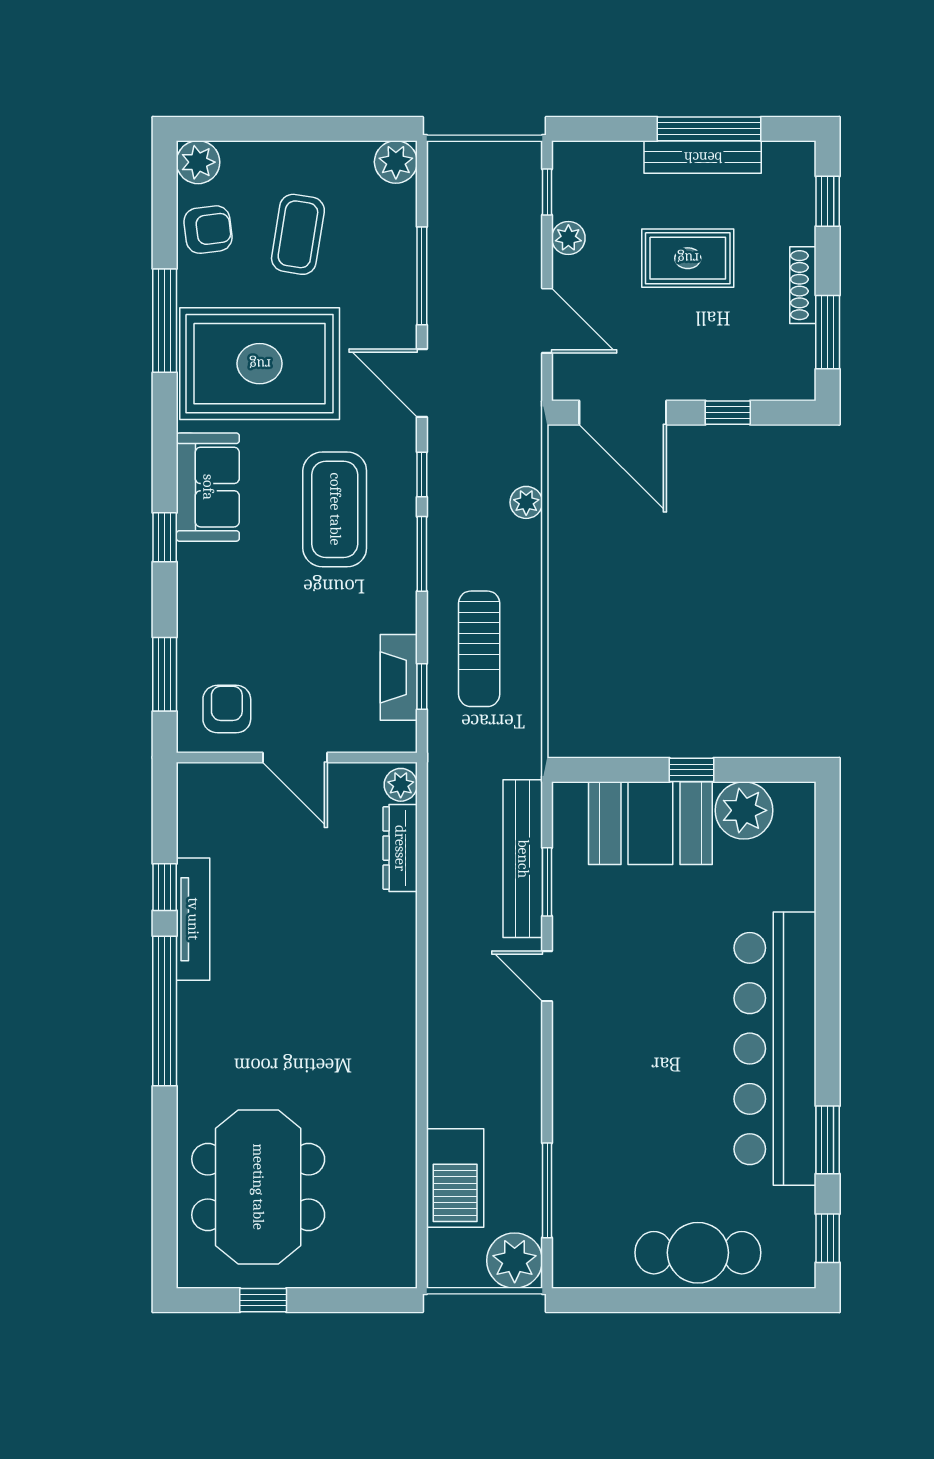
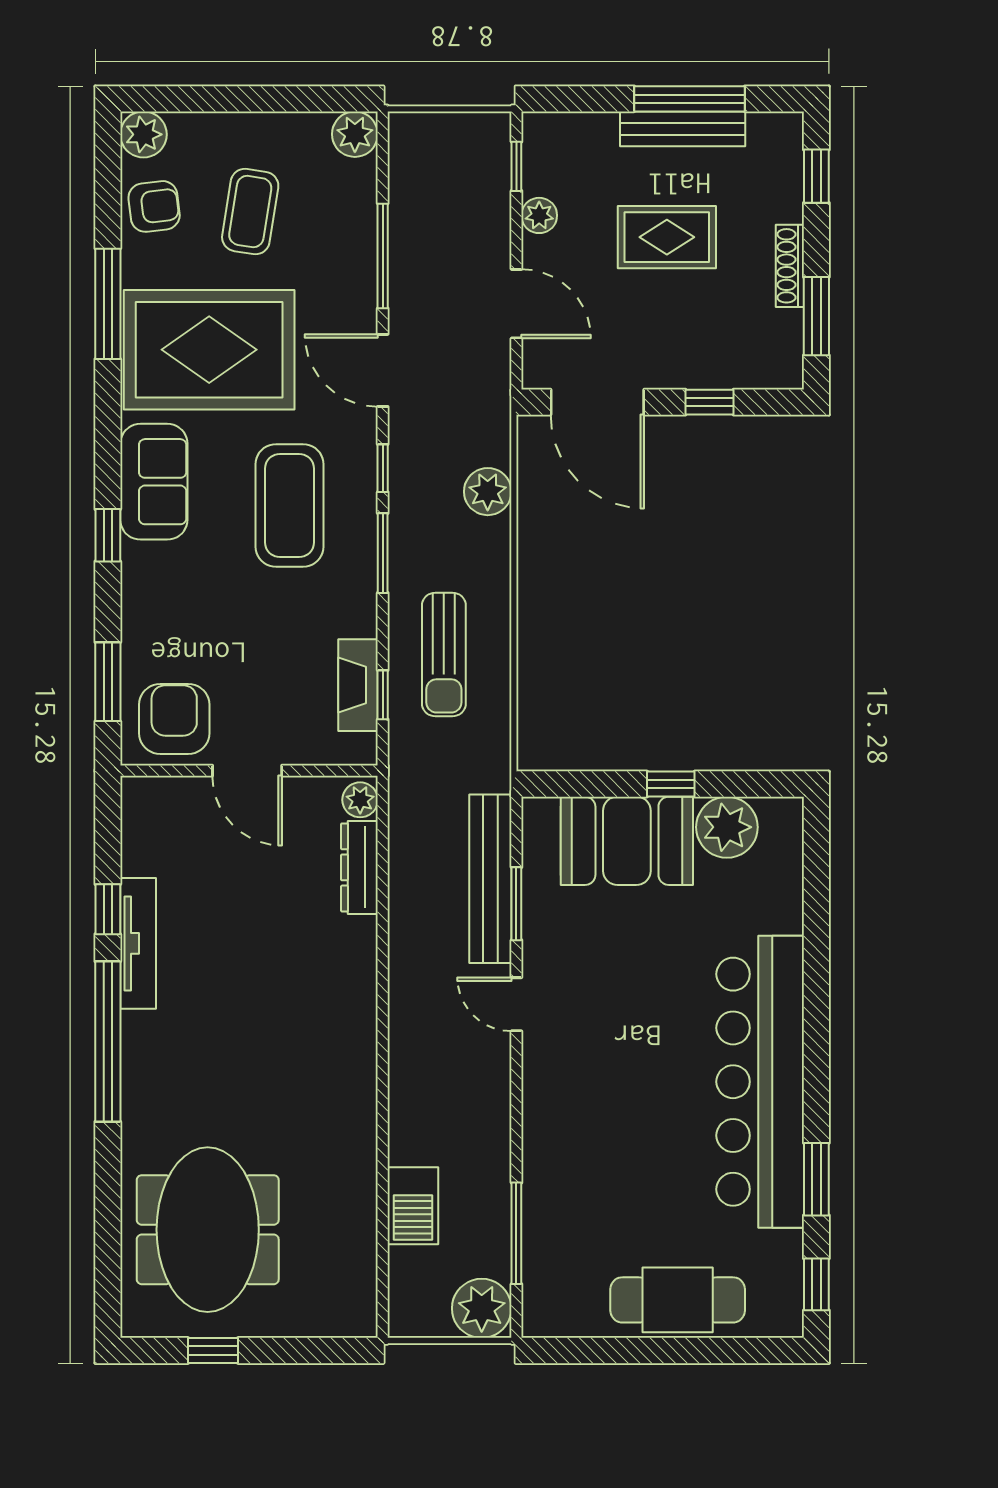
plant: (526, 502) -> (488, 492), width x1.38, depth x1.38
armchair: (227, 709) -> (174, 719), width x1.38, depth x1.38
barbecue: (455, 1178) -> (413, 1206), width x0.73, depth x0.83

